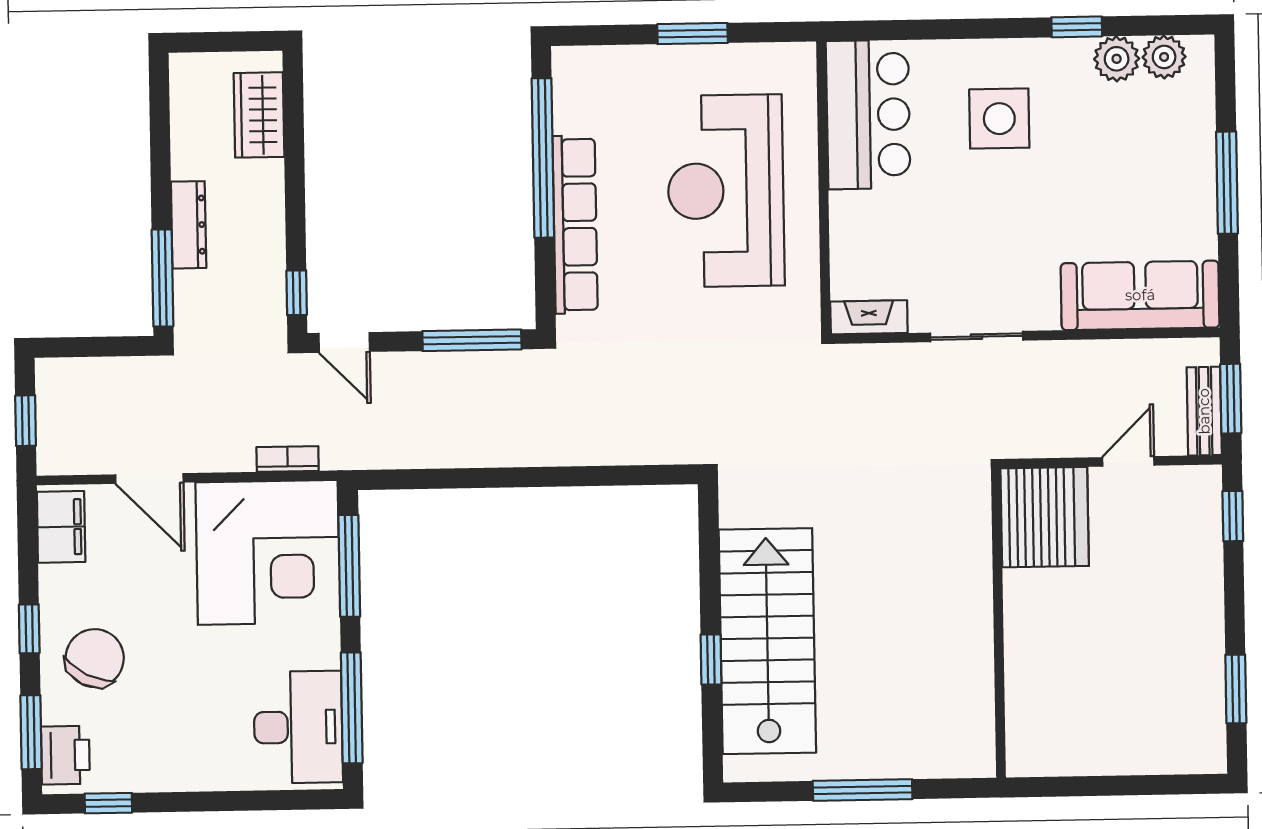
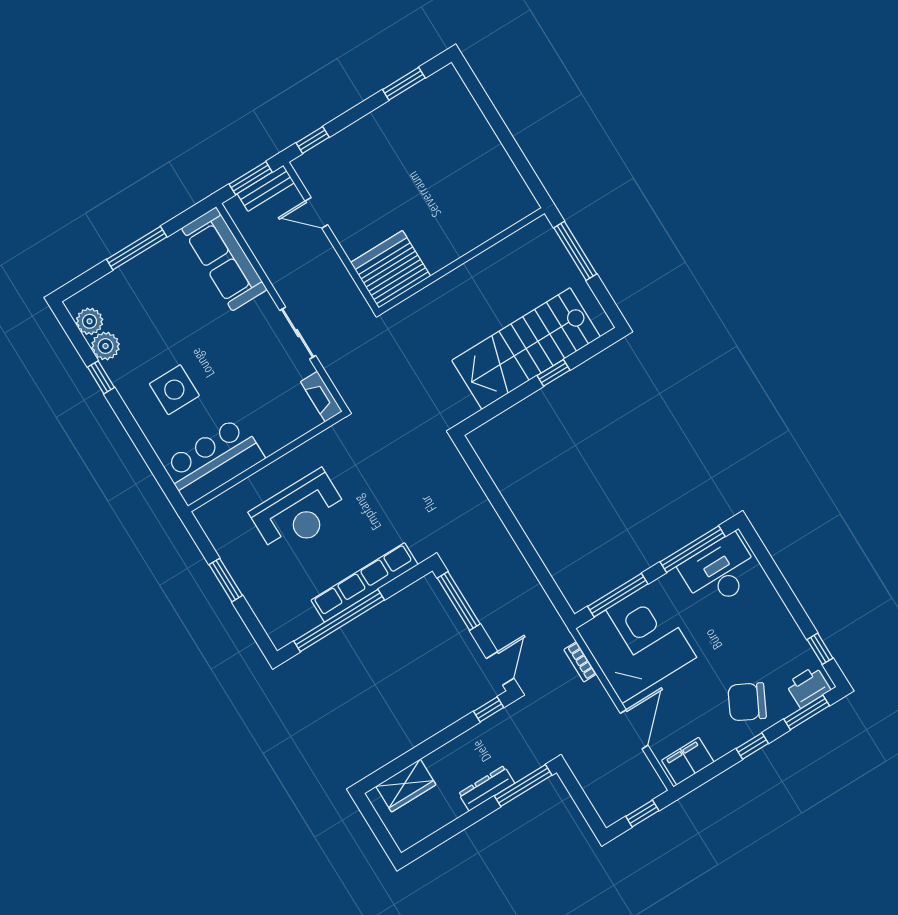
reception desk: (726, 191) -> (299, 513), width x0.74, depth x0.77
server rack: (1045, 517) -> (391, 269), moved
wall: (998, 623) -> (462, 261), moved

